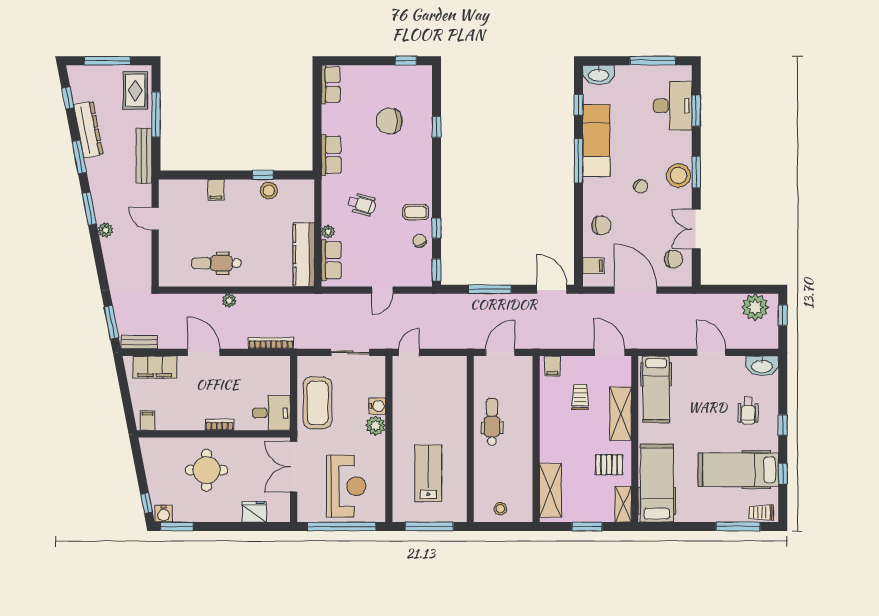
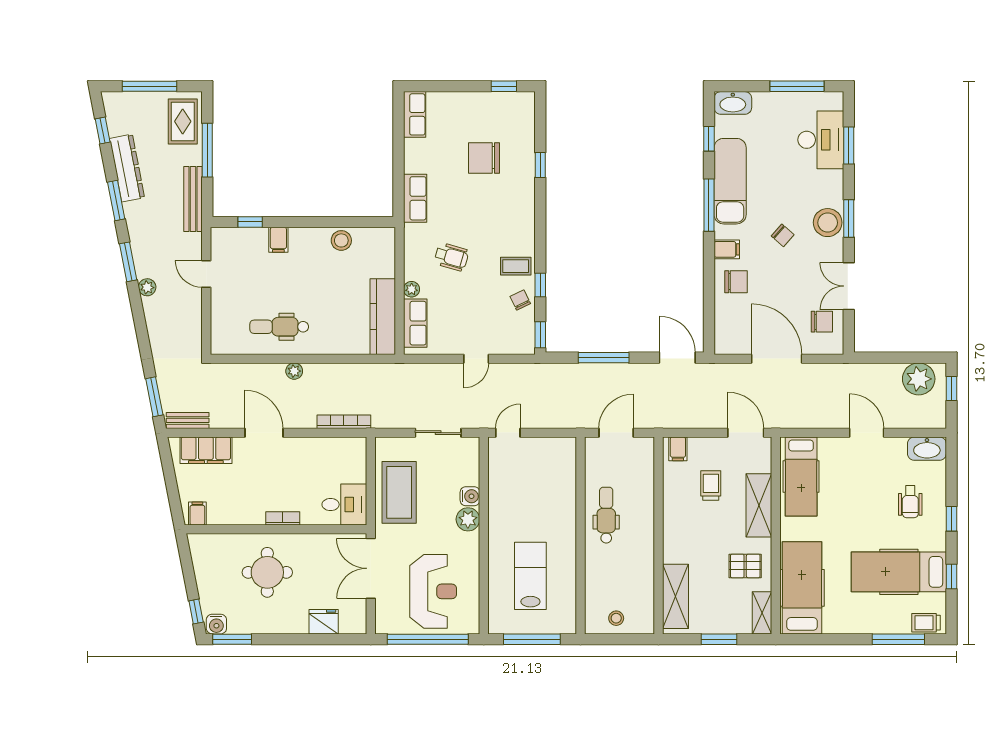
window: (263, 175) -> (250, 222), moved
filing cabinet: (593, 266) -> (727, 249), moved

